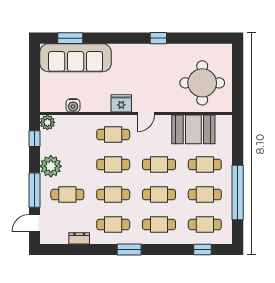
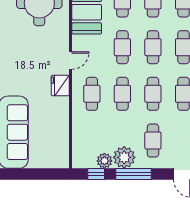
water cooler: (73, 105) -> (62, 135), removed
door: (146, 114) -> (71, 61), hinge flipped
plant: (47, 122) -> (104, 161), moved
window: (34, 190) -> (134, 174), moved

